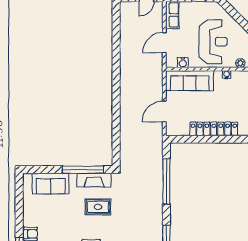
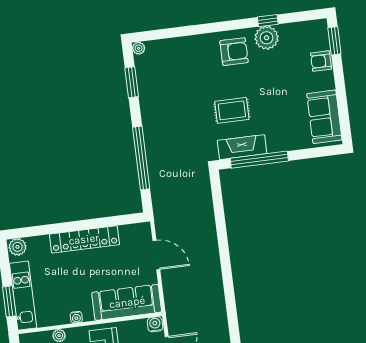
water cooler: (183, 63) -> (155, 324), moved
door: (164, 111) -> (156, 255), hinge flipped
sofa: (51, 184) -> (324, 117), moved, turned -90

